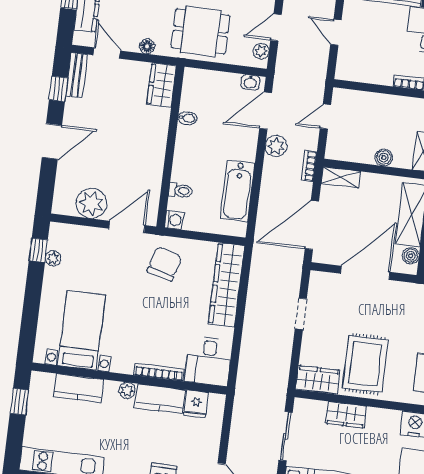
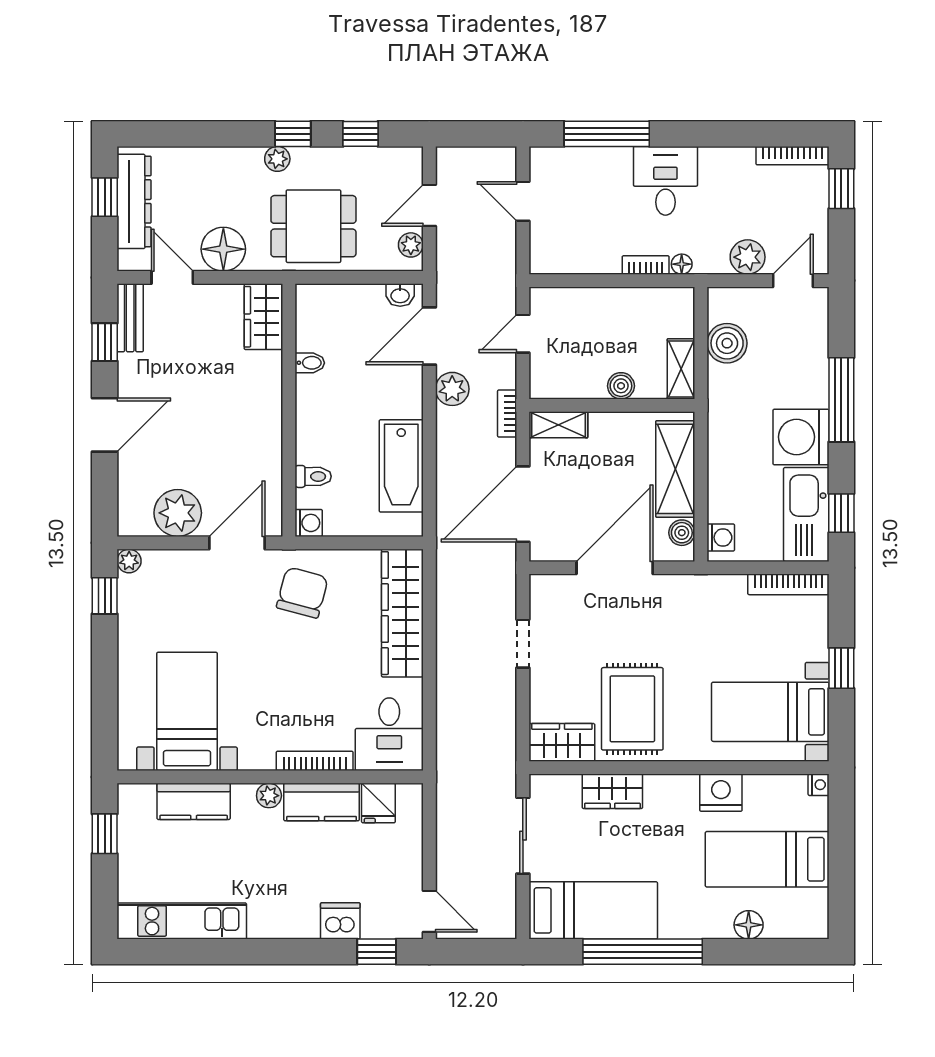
floor lamp: (147, 46) -> (223, 249), width x1.89, depth x1.89
plant: (53, 258) -> (129, 561), moved

